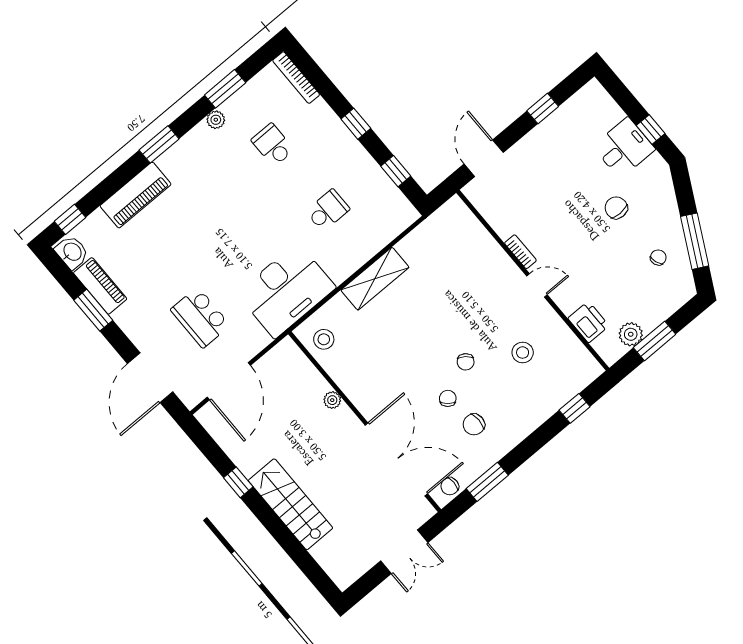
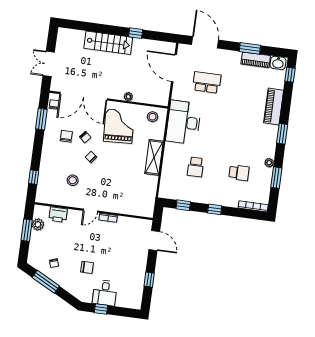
grand piano: (385, 370) -> (119, 126), added

